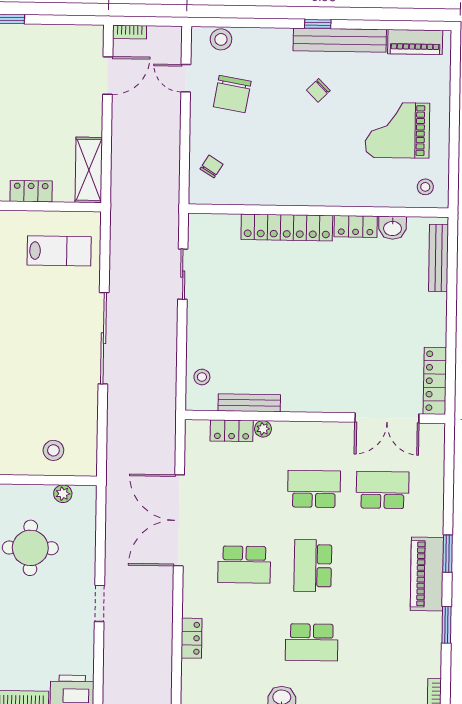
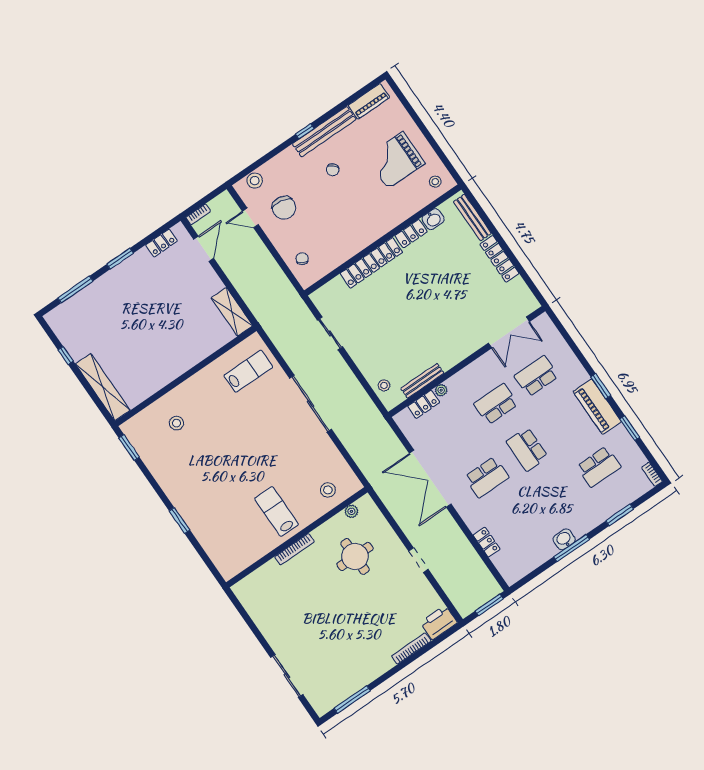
locker: (31, 191) -> (162, 243), moved, turned 180
locker: (435, 381) -> (499, 259), moved
school desk: (312, 642) -> (599, 467), moved

